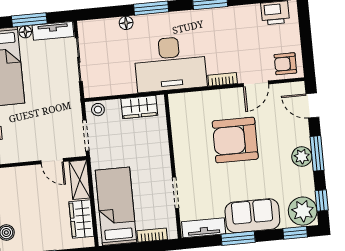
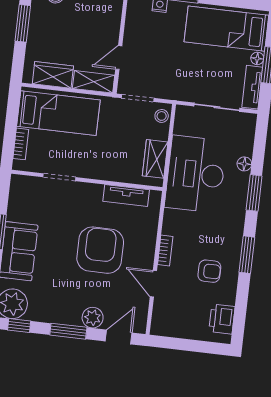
desk: (170, 64) -> (196, 174), moved
armchair: (285, 64) -> (209, 271), moved, turned 90
plant: (302, 157) -> (93, 318), moved
tv unit: (204, 228) -> (126, 196), moved, turned 90

